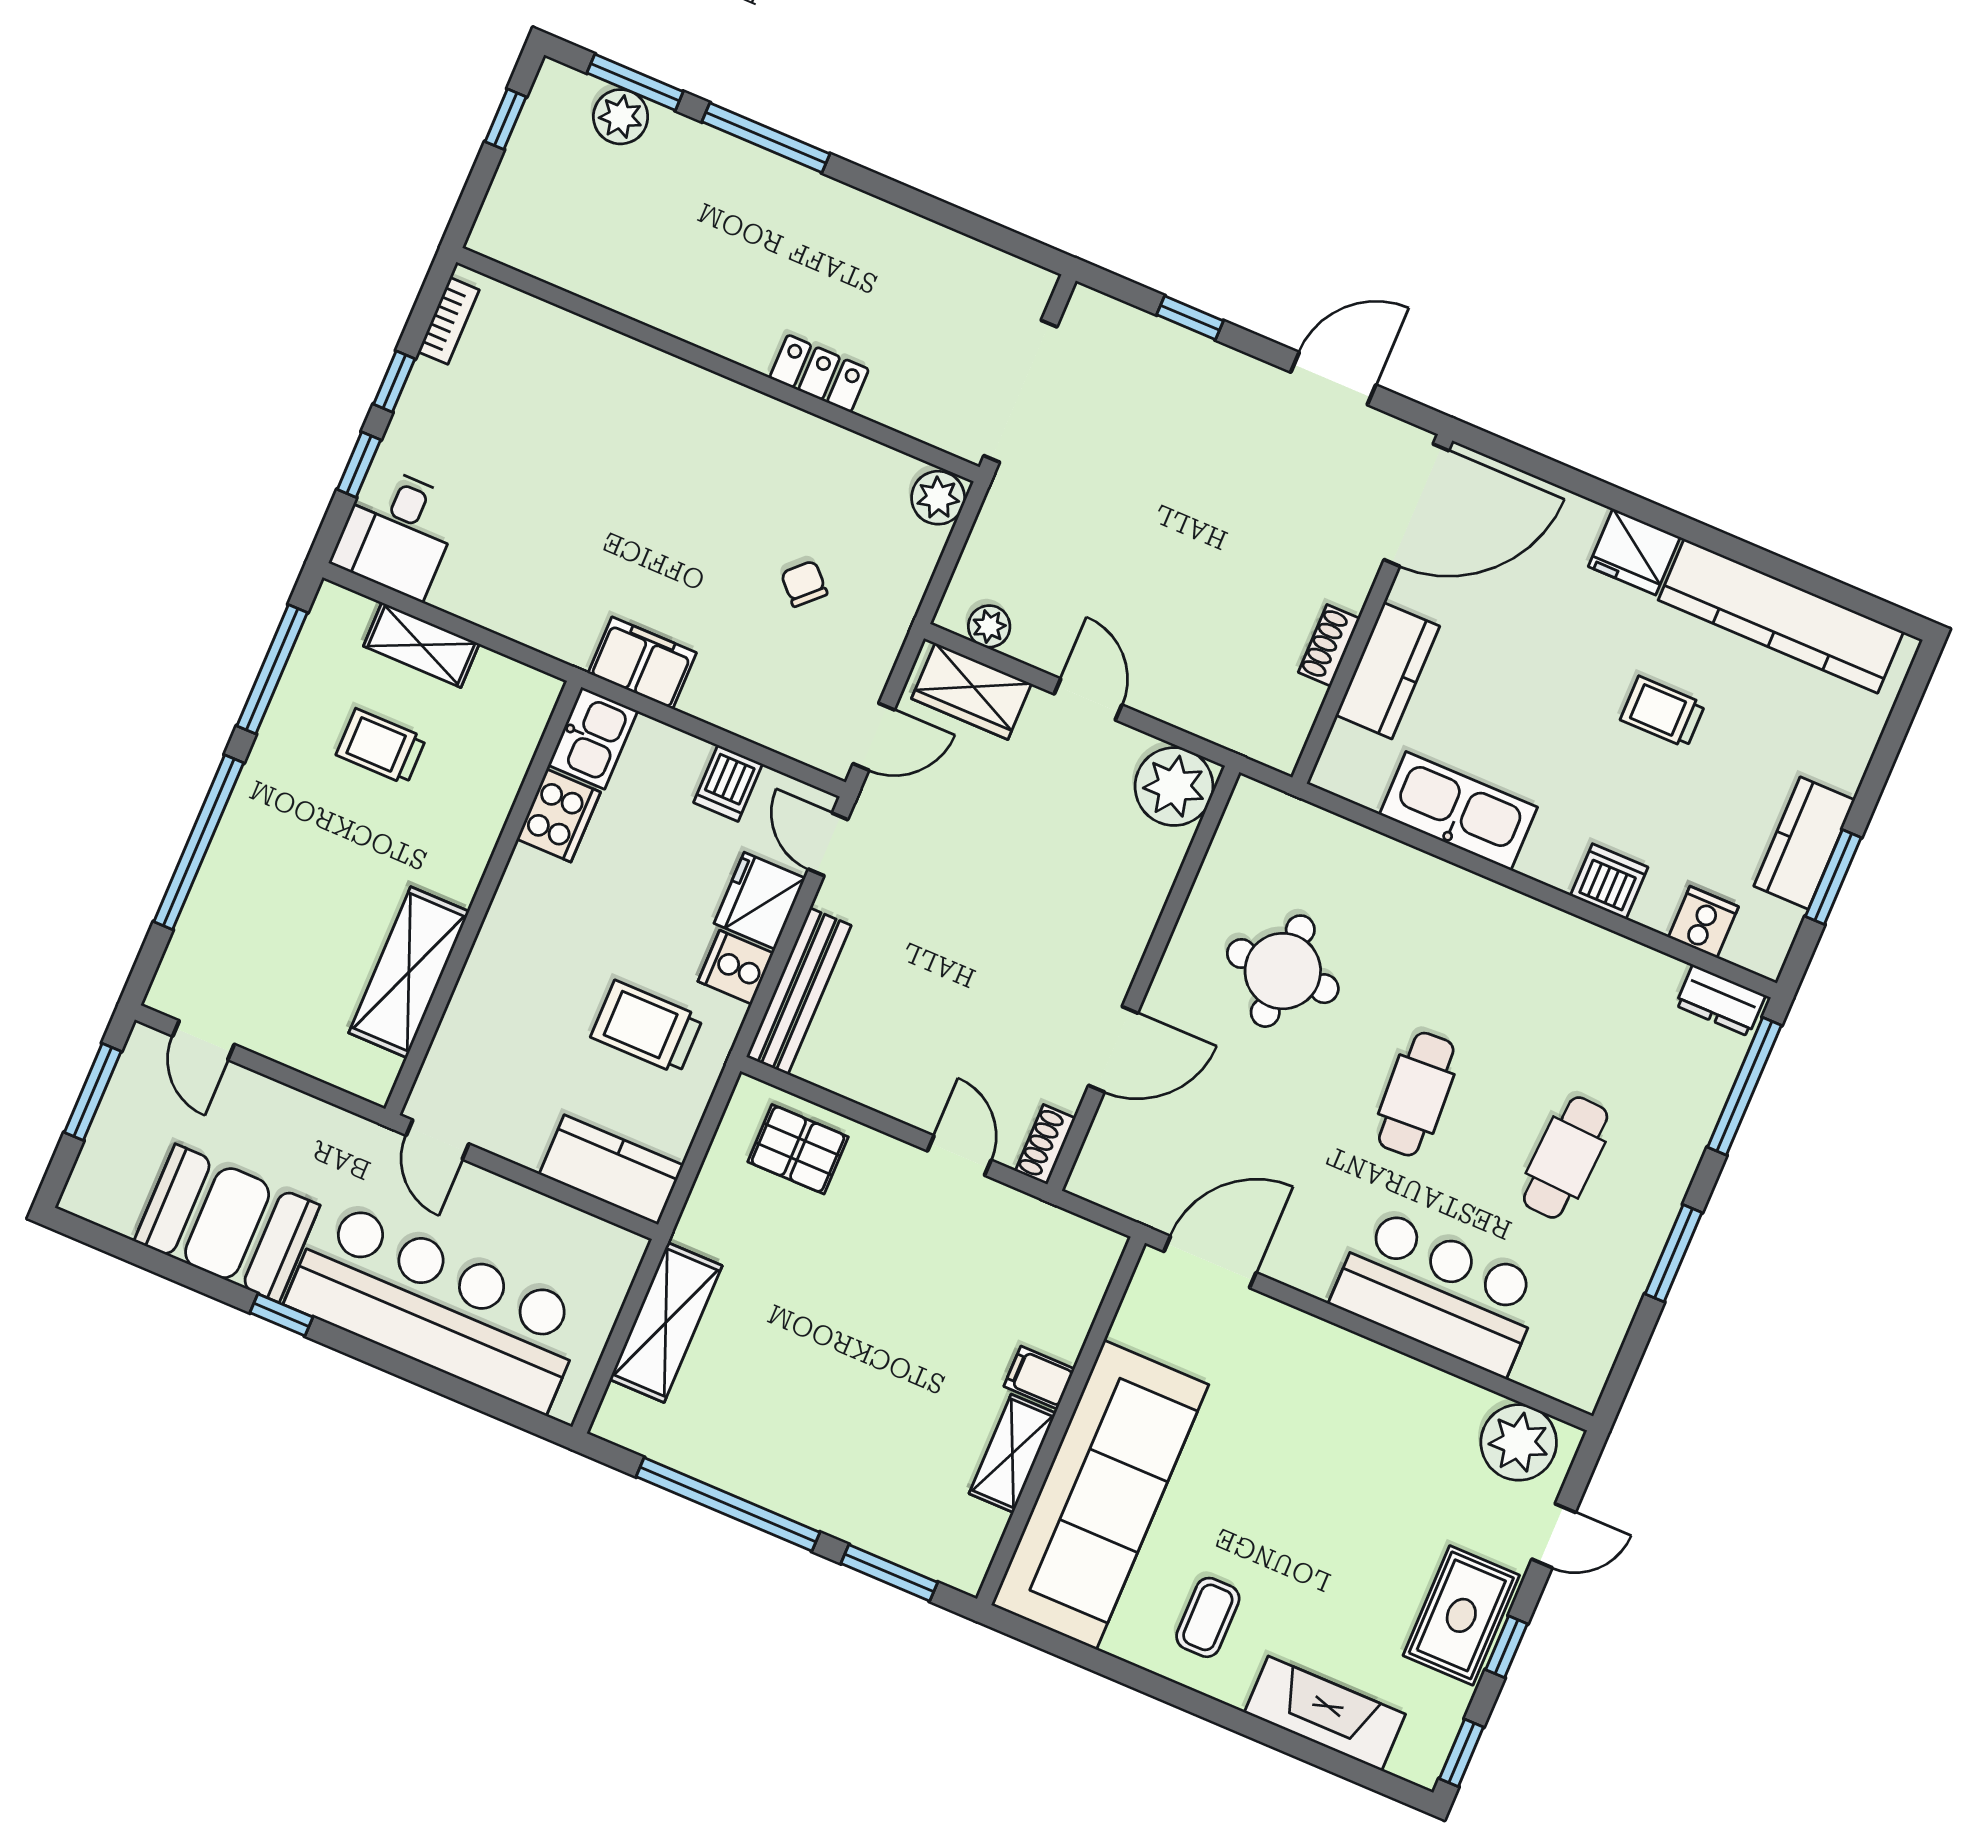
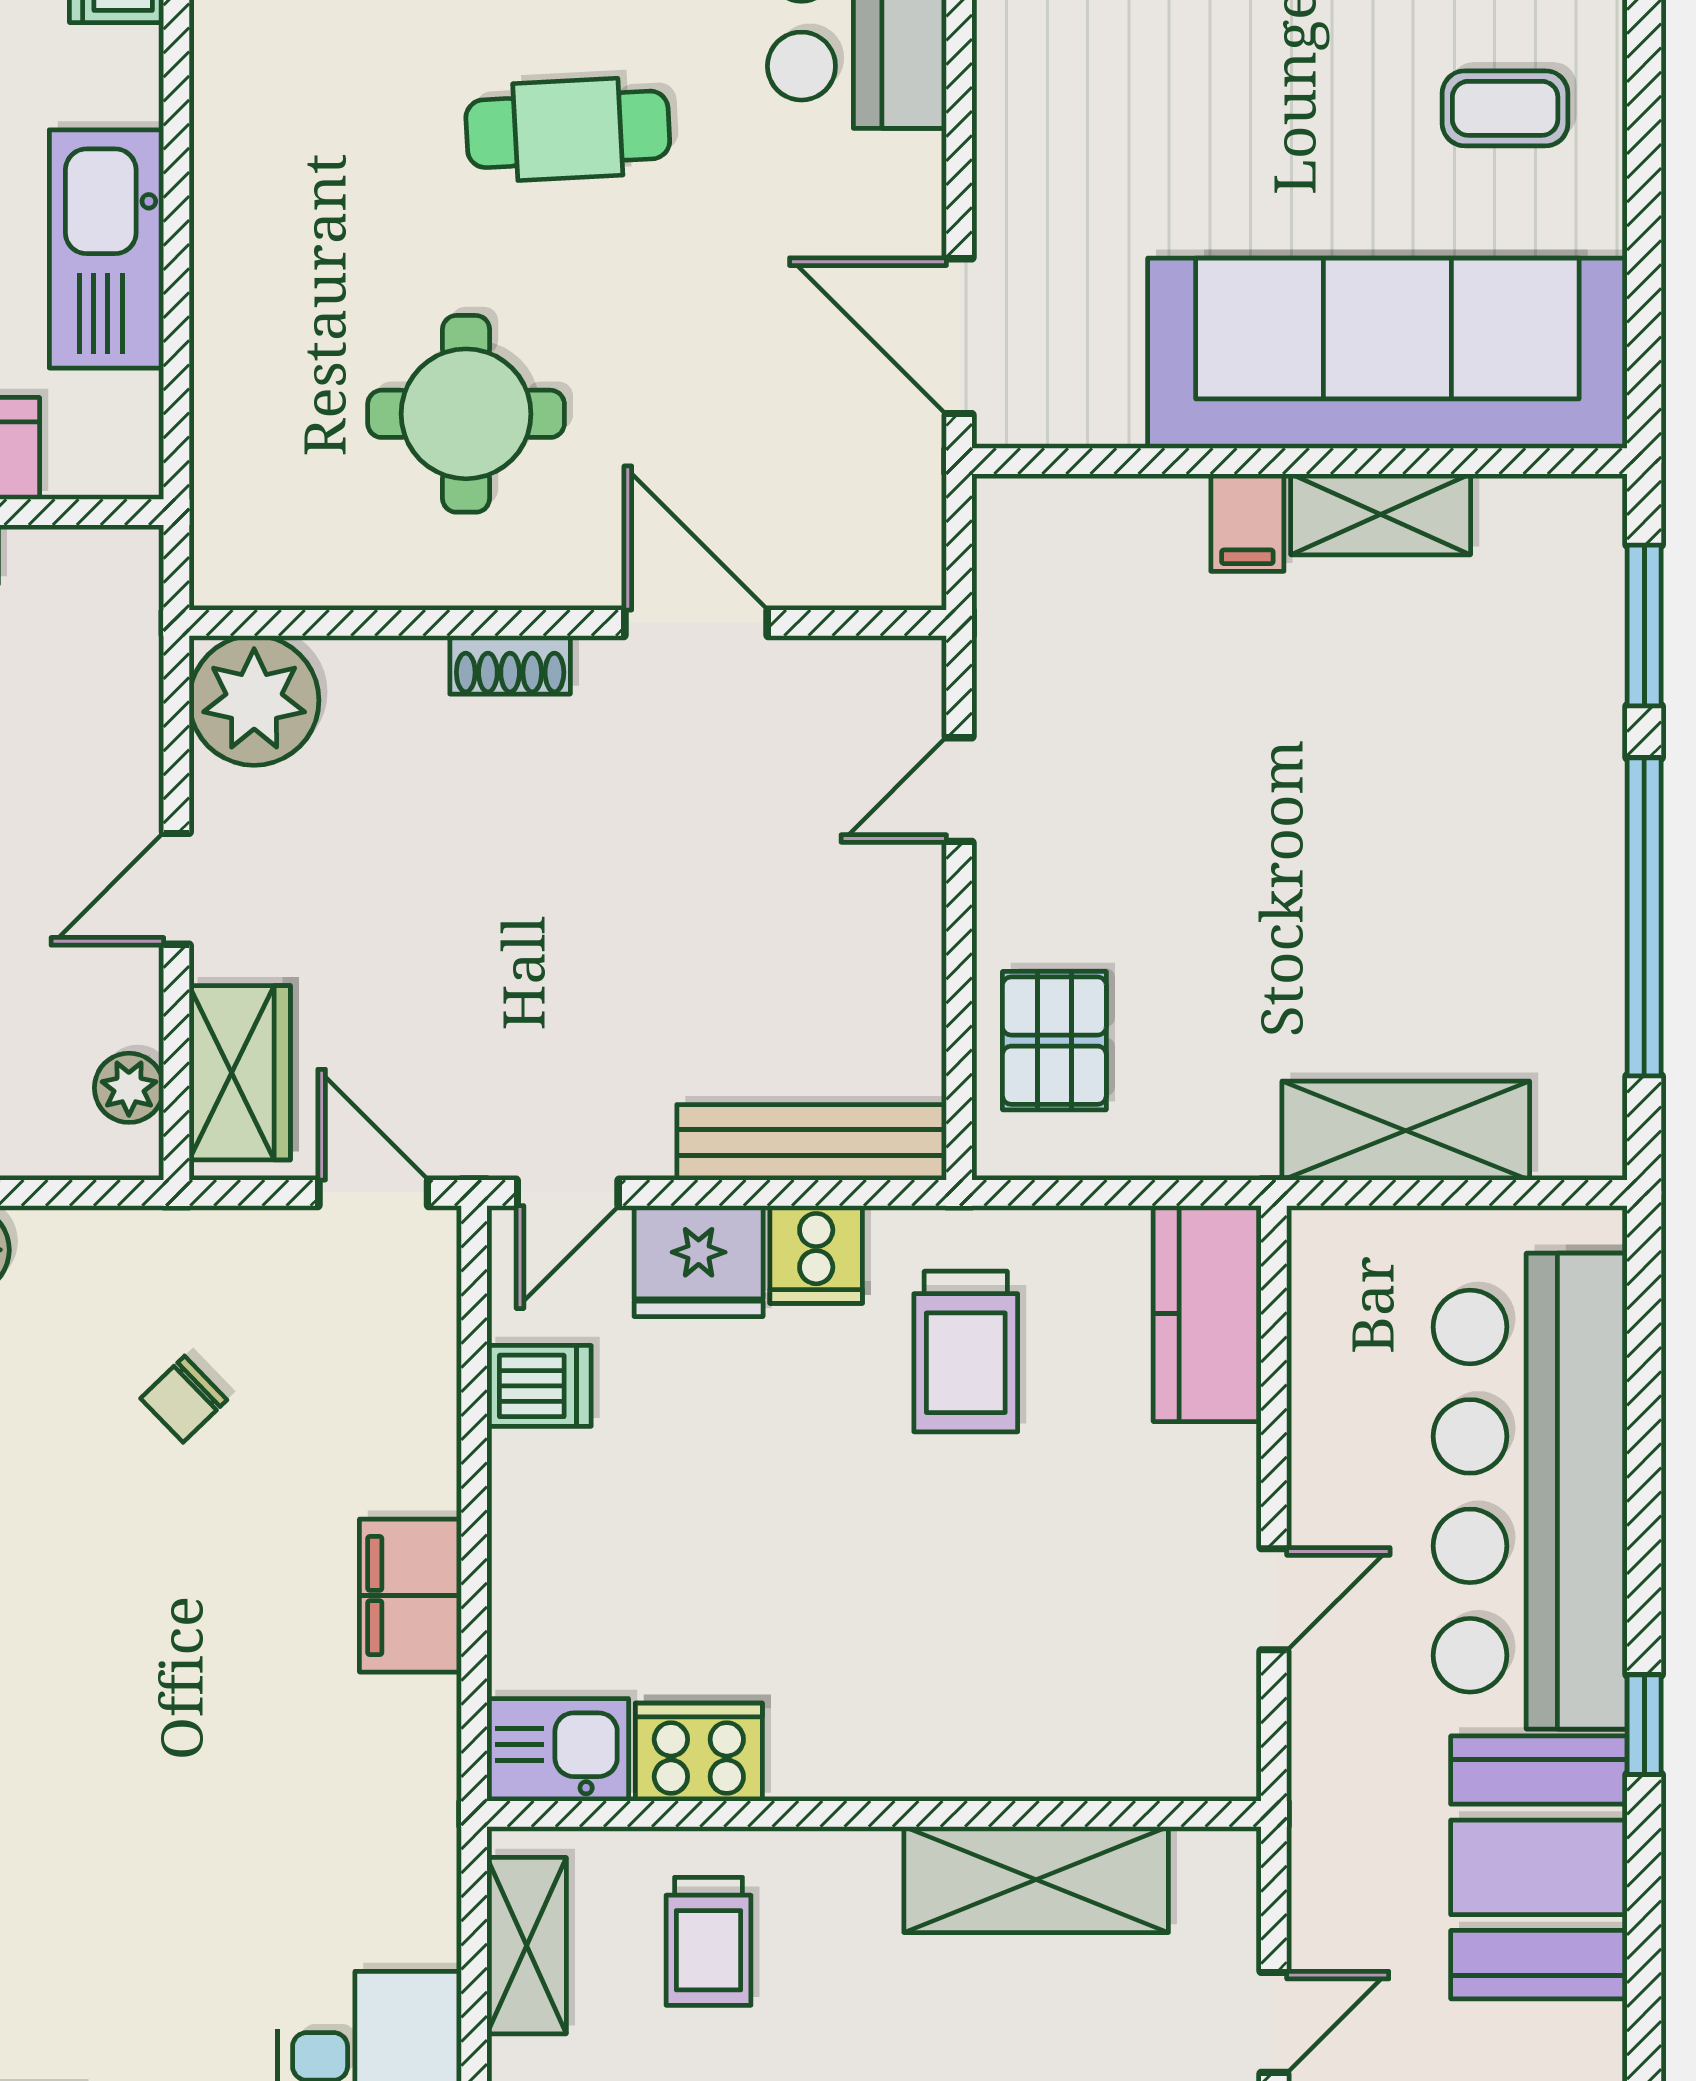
kitchen sink: (593, 738) -> (558, 1750), moved
cooker: (559, 816) -> (699, 1752), moved
wall: (483, 898) -> (874, 1814), moved
shelving: (409, 972) -> (1036, 1880), moved
shoe rack: (1045, 1144) -> (510, 665), moved

